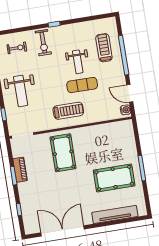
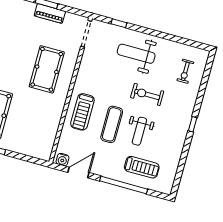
exercise bike: (43, 43) -> (147, 94), moved
weight bench: (78, 62) -> (139, 131), turned -90
treadmill: (68, 111) -> (82, 112), moved
pool table: (63, 153) -> (47, 69), turned 90

